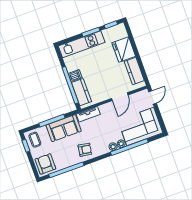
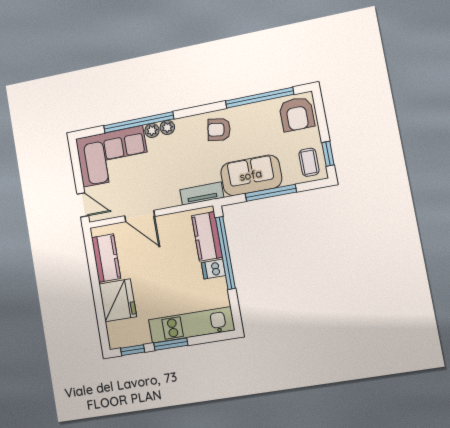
door: (120, 97) -> (140, 216), swing flipped
door: (153, 97) -> (83, 205), swing flipped

